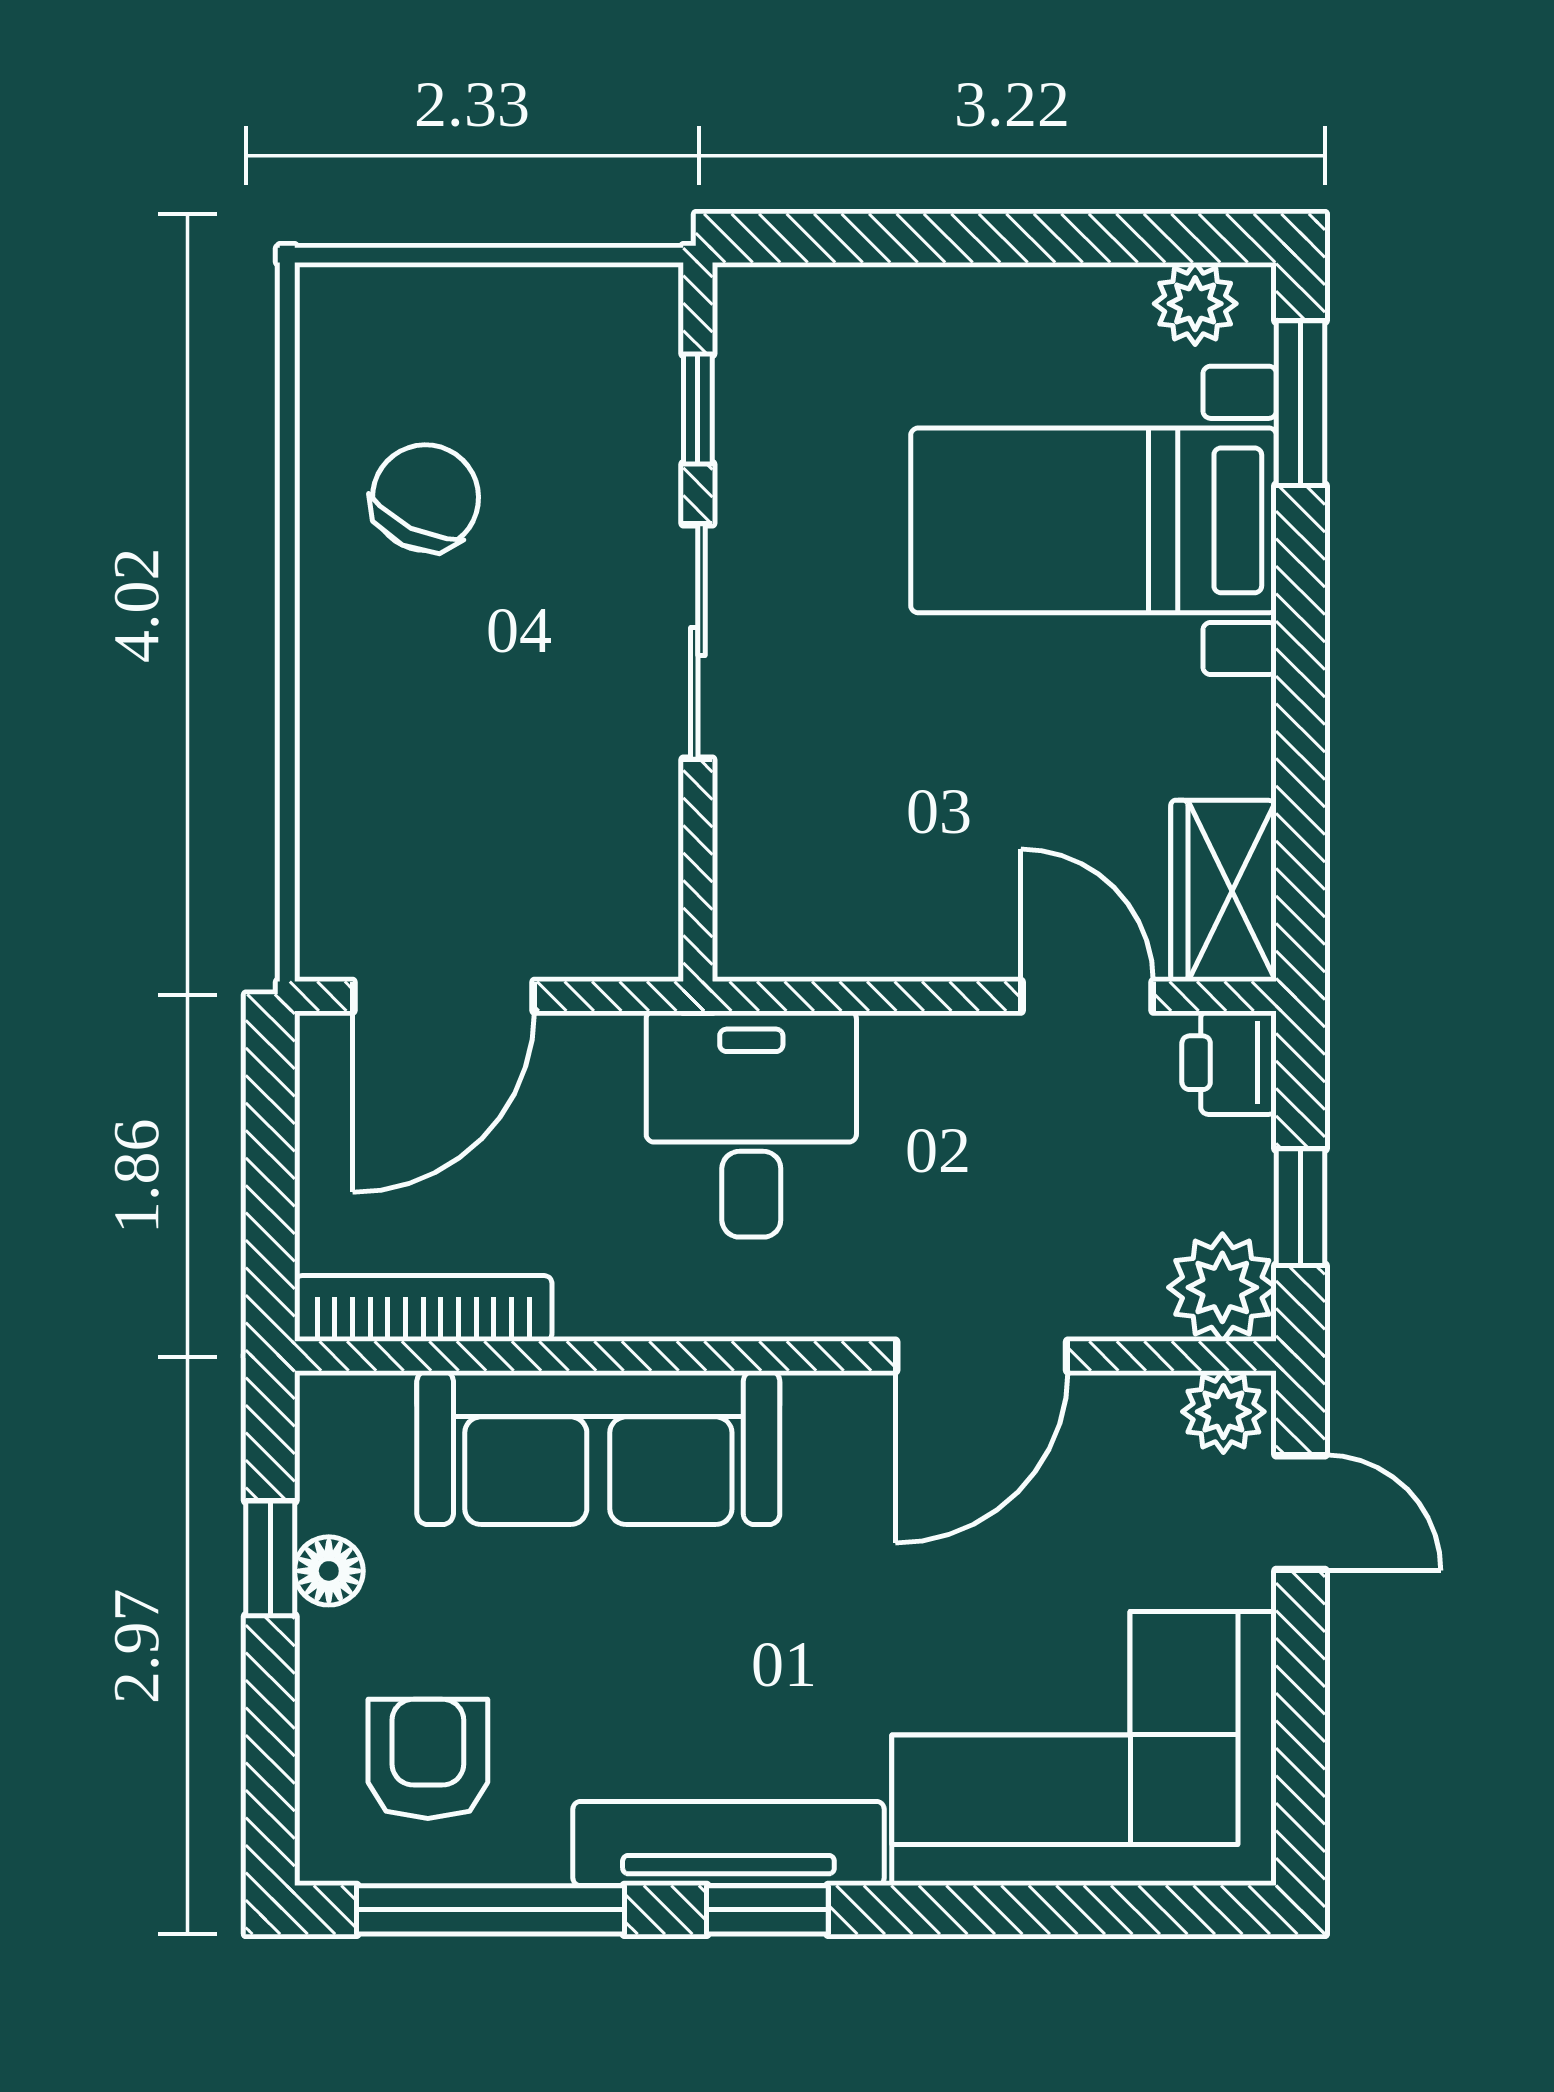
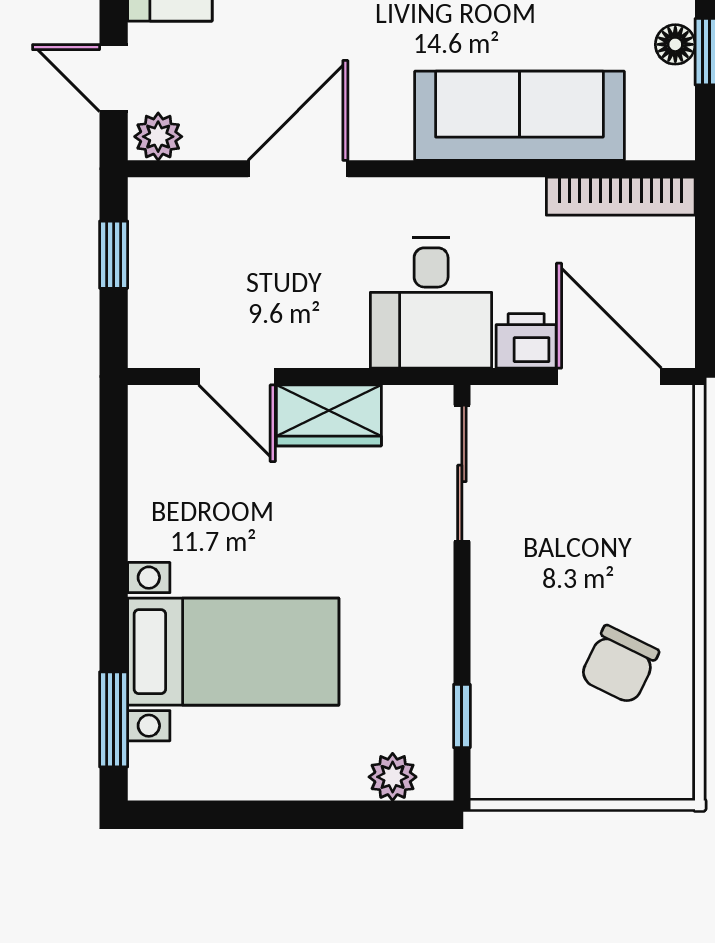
plant: (1195, 304) -> (393, 777), moved
sliding door: (698, 642) -> (462, 473), moved
wardrobe: (1224, 891) -> (329, 415), moved, turned 90
door: (443, 996) -> (609, 377), hinge flipped
printer: (1229, 1063) -> (526, 341), moved, turned -90
plant: (1222, 1287) -> (159, 208), removed

